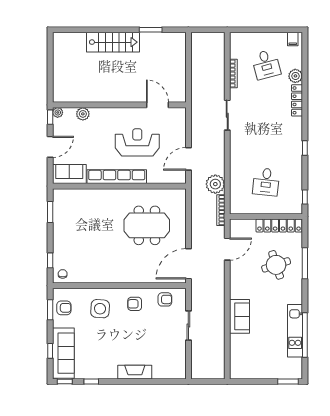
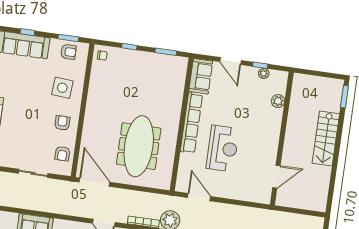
window: (151, 30) -> (344, 97), moved
wall: (119, 105) -> (282, 139), moved
door: (157, 105) -> (276, 177), moved
plant: (83, 114) -> (278, 101), moved
meeting table: (147, 225) -> (139, 146), width x1.36
window: (50, 260) -> (129, 47), moved
armchair: (64, 308) -> (68, 52), turned -90

